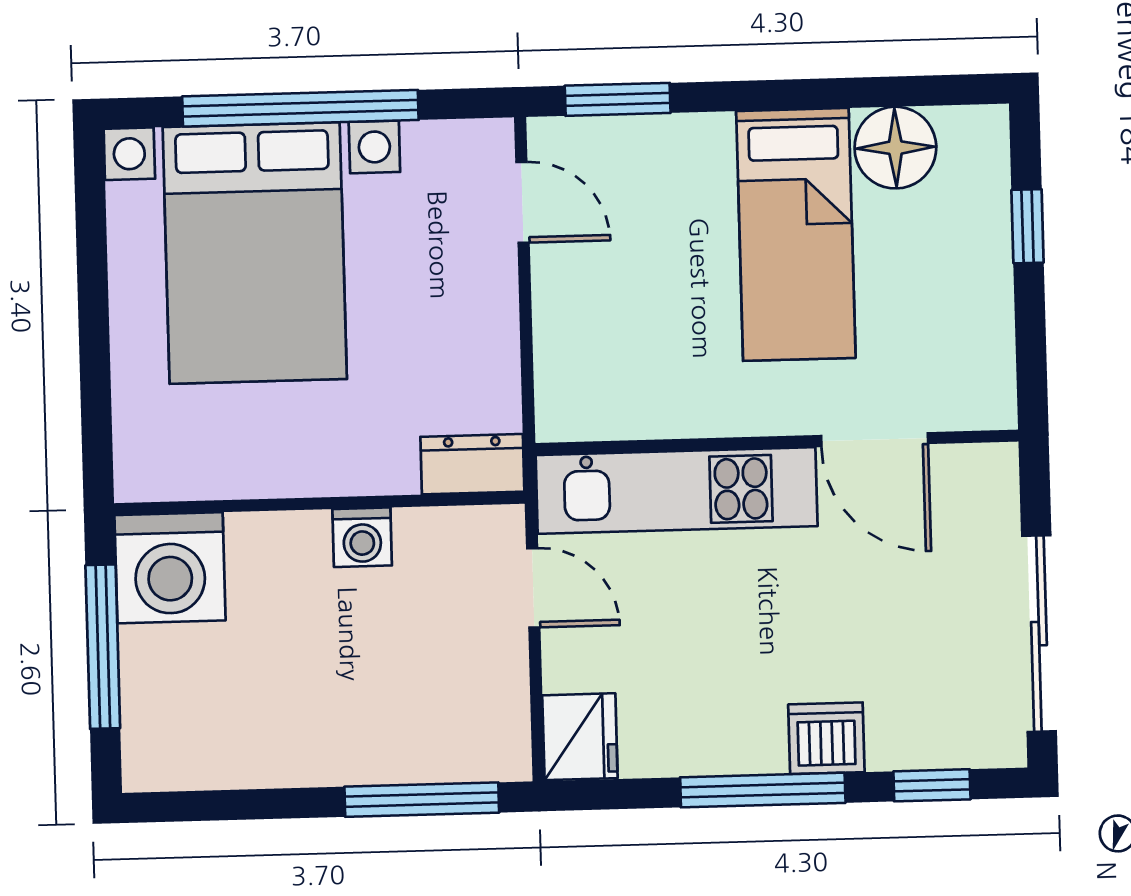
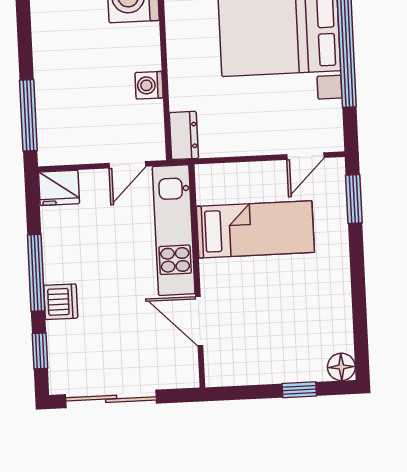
floor lamp: (895, 148) -> (341, 367), moved, width x0.73, depth x0.73
bed: (796, 234) -> (255, 229), moved, turned 180
door: (875, 440) -> (199, 321), hinge flipped

